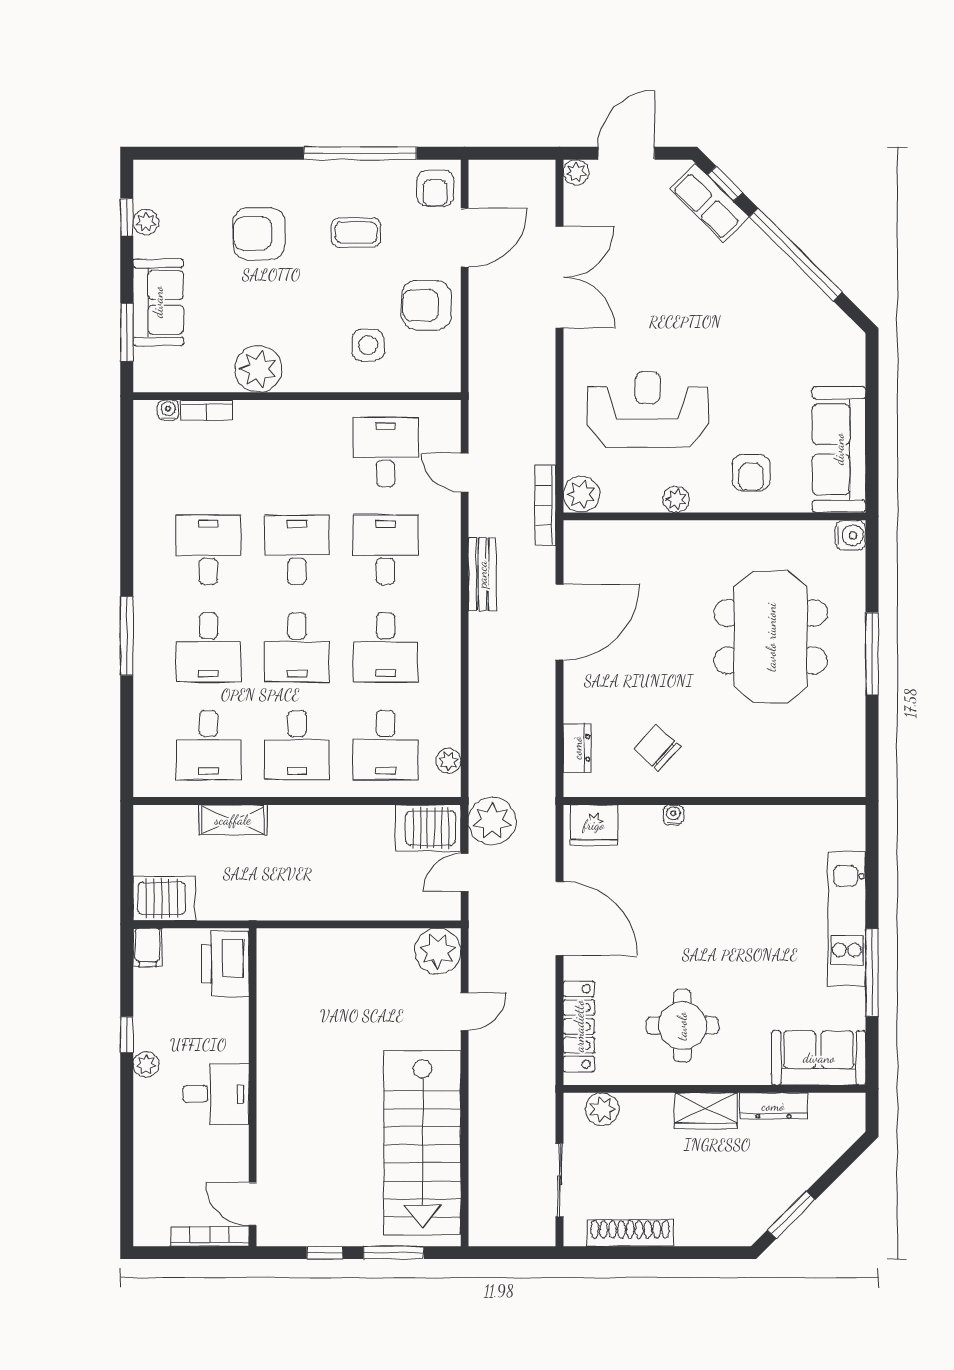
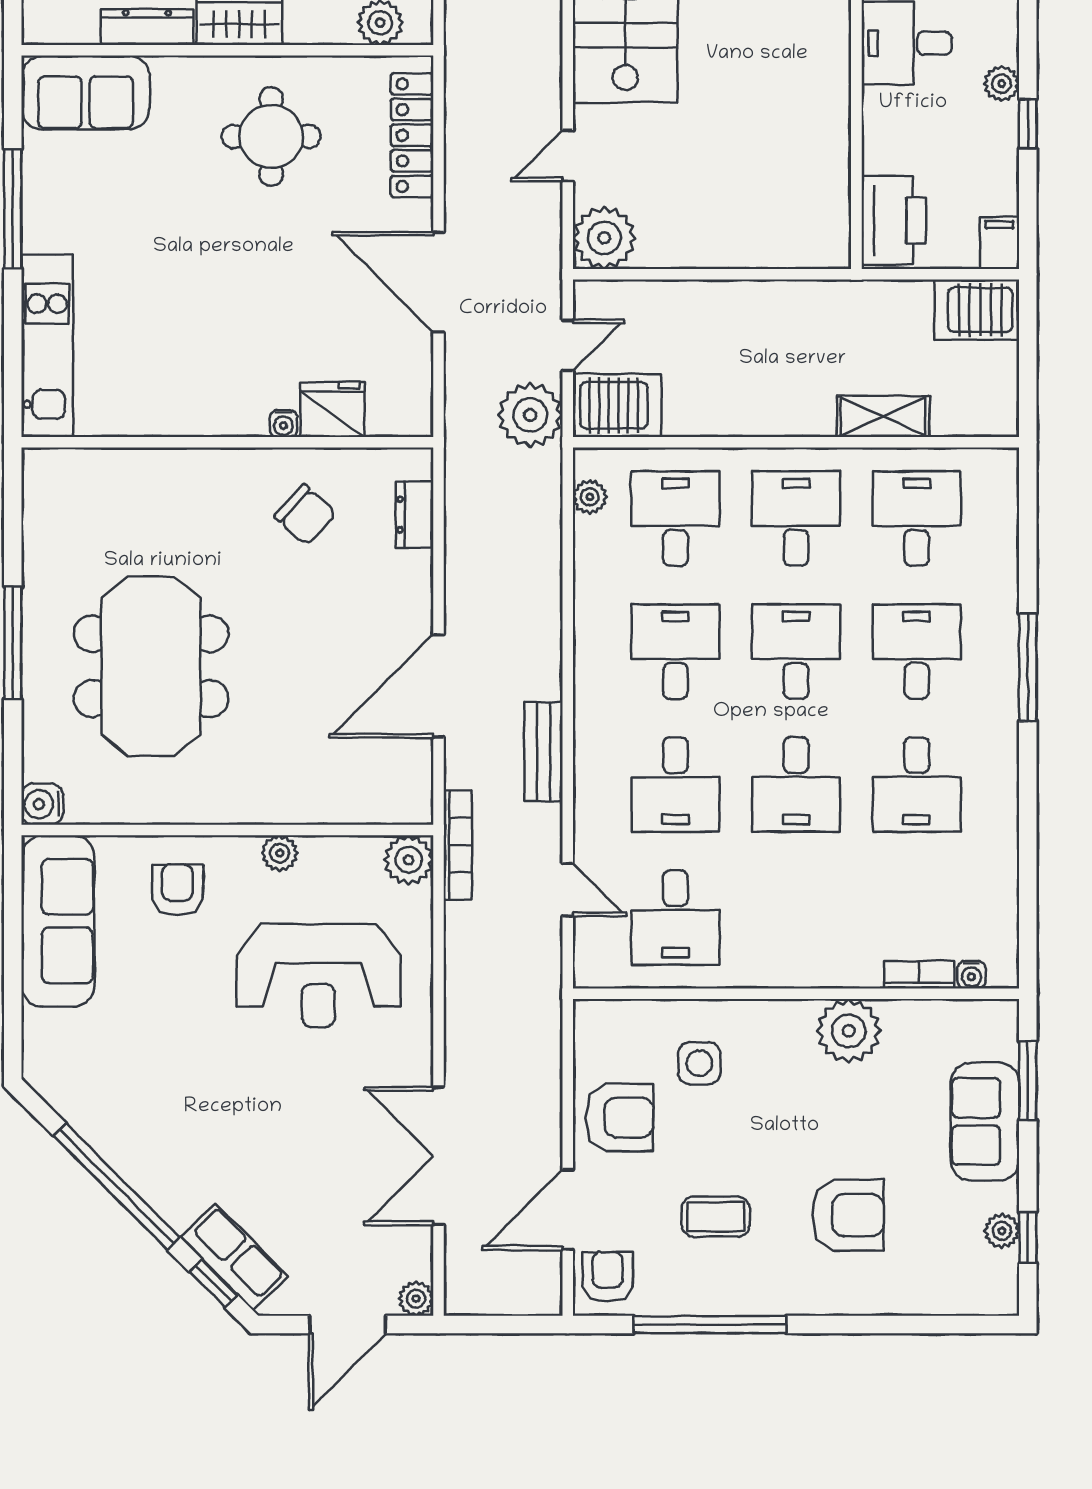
fridge: (594, 825) -> (333, 410), moved
kitchen unit: (847, 919) -> (47, 346), moved

